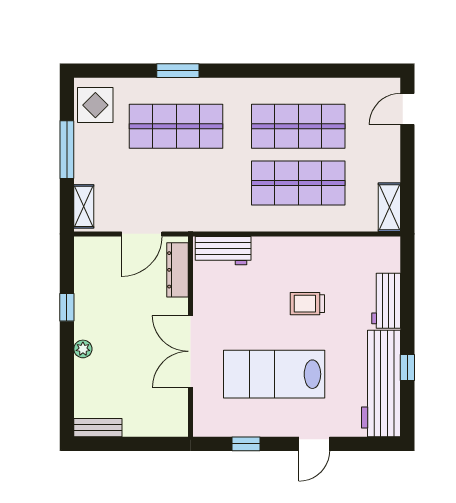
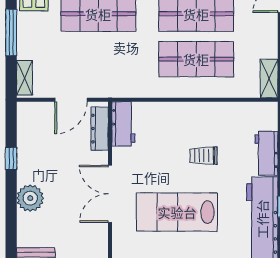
workbench: (223, 251) -> (123, 124), moved, turned -90
plant: (83, 349) -> (30, 198), width x1.88, depth x1.88

